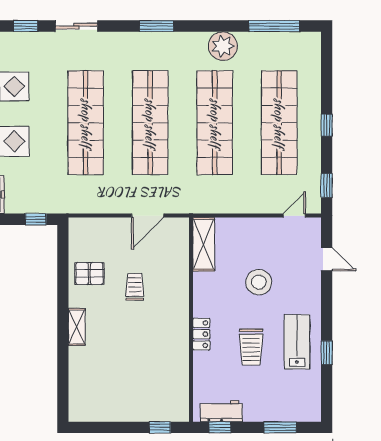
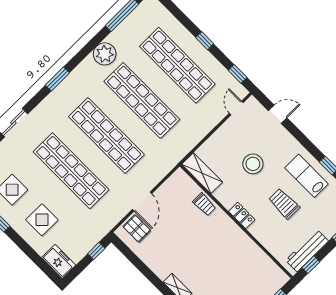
door: (148, 216) -> (142, 202), moved
pallet: (89, 274) -> (137, 228), moved, turned 90
trolley: (135, 287) -> (204, 204), moved, turned 180
locker: (201, 334) -> (242, 215), moved
trolley: (251, 347) -> (284, 204), turned 180
workbench: (221, 411) -> (307, 251), width x1.38

